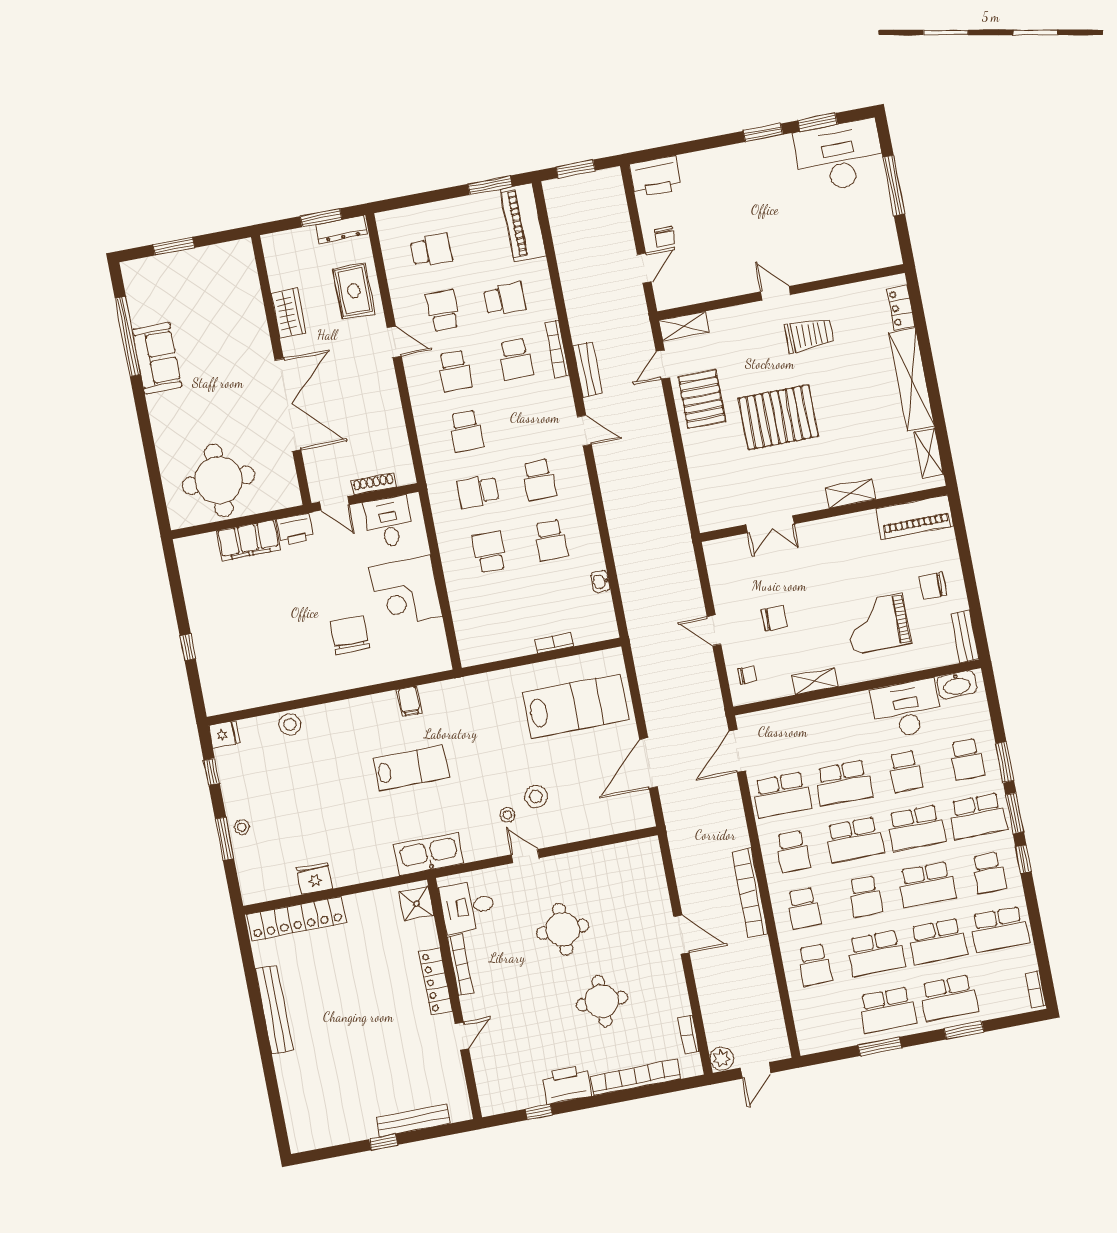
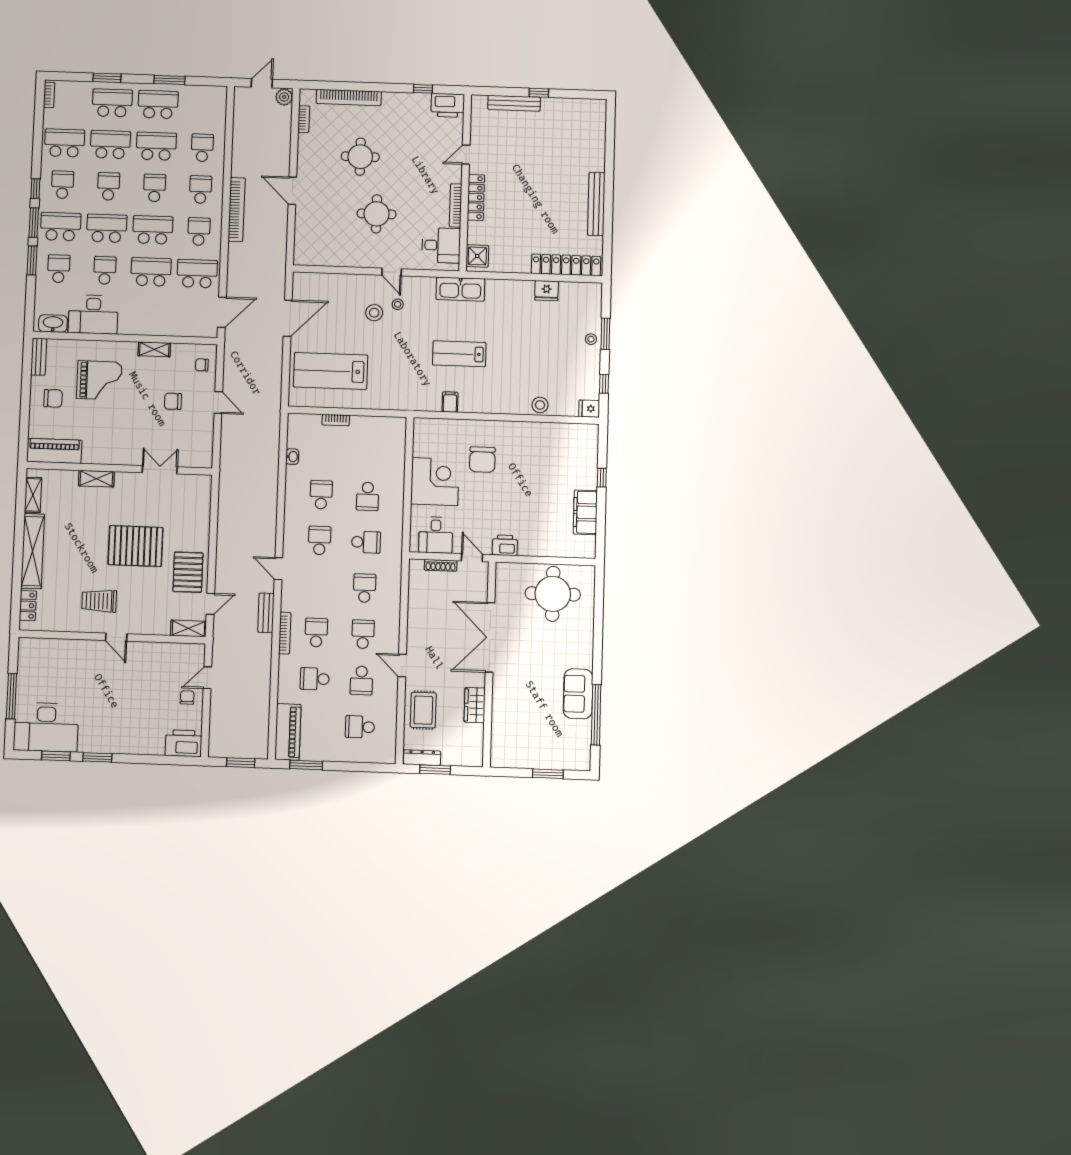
filing cabinet: (248, 540) -> (585, 512), moved, turned -90
school desk: (927, 884) -> (109, 186), width x0.54
printer: (567, 1085) -> (448, 105), moved

